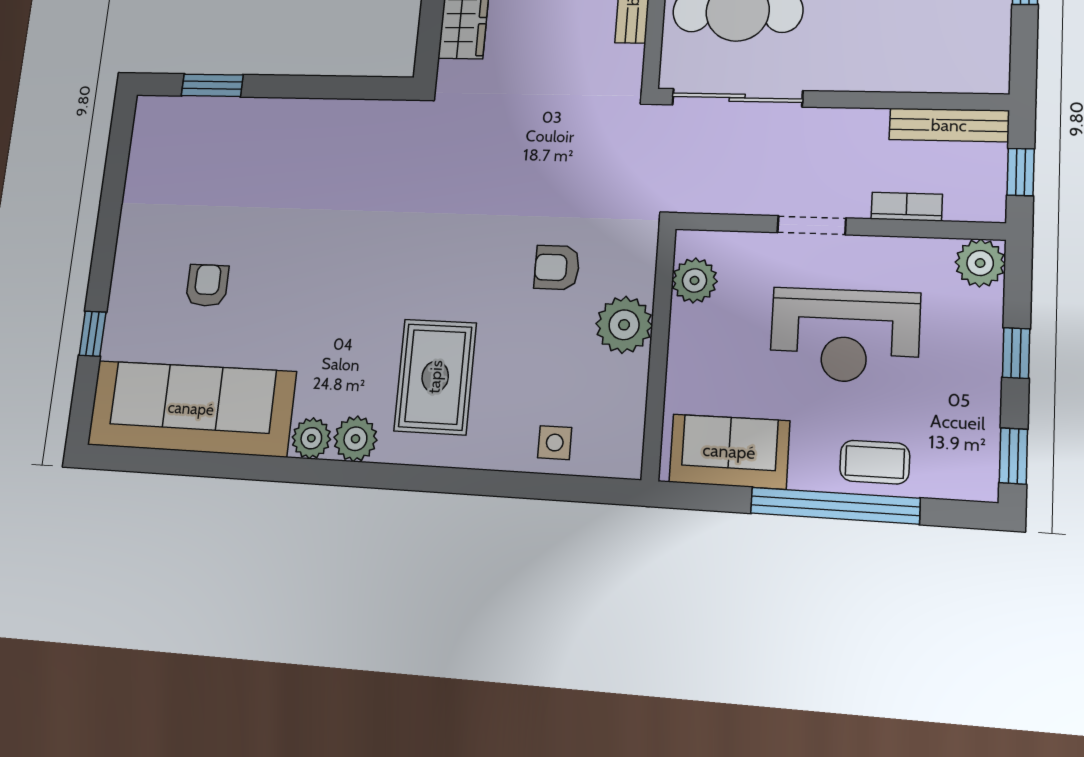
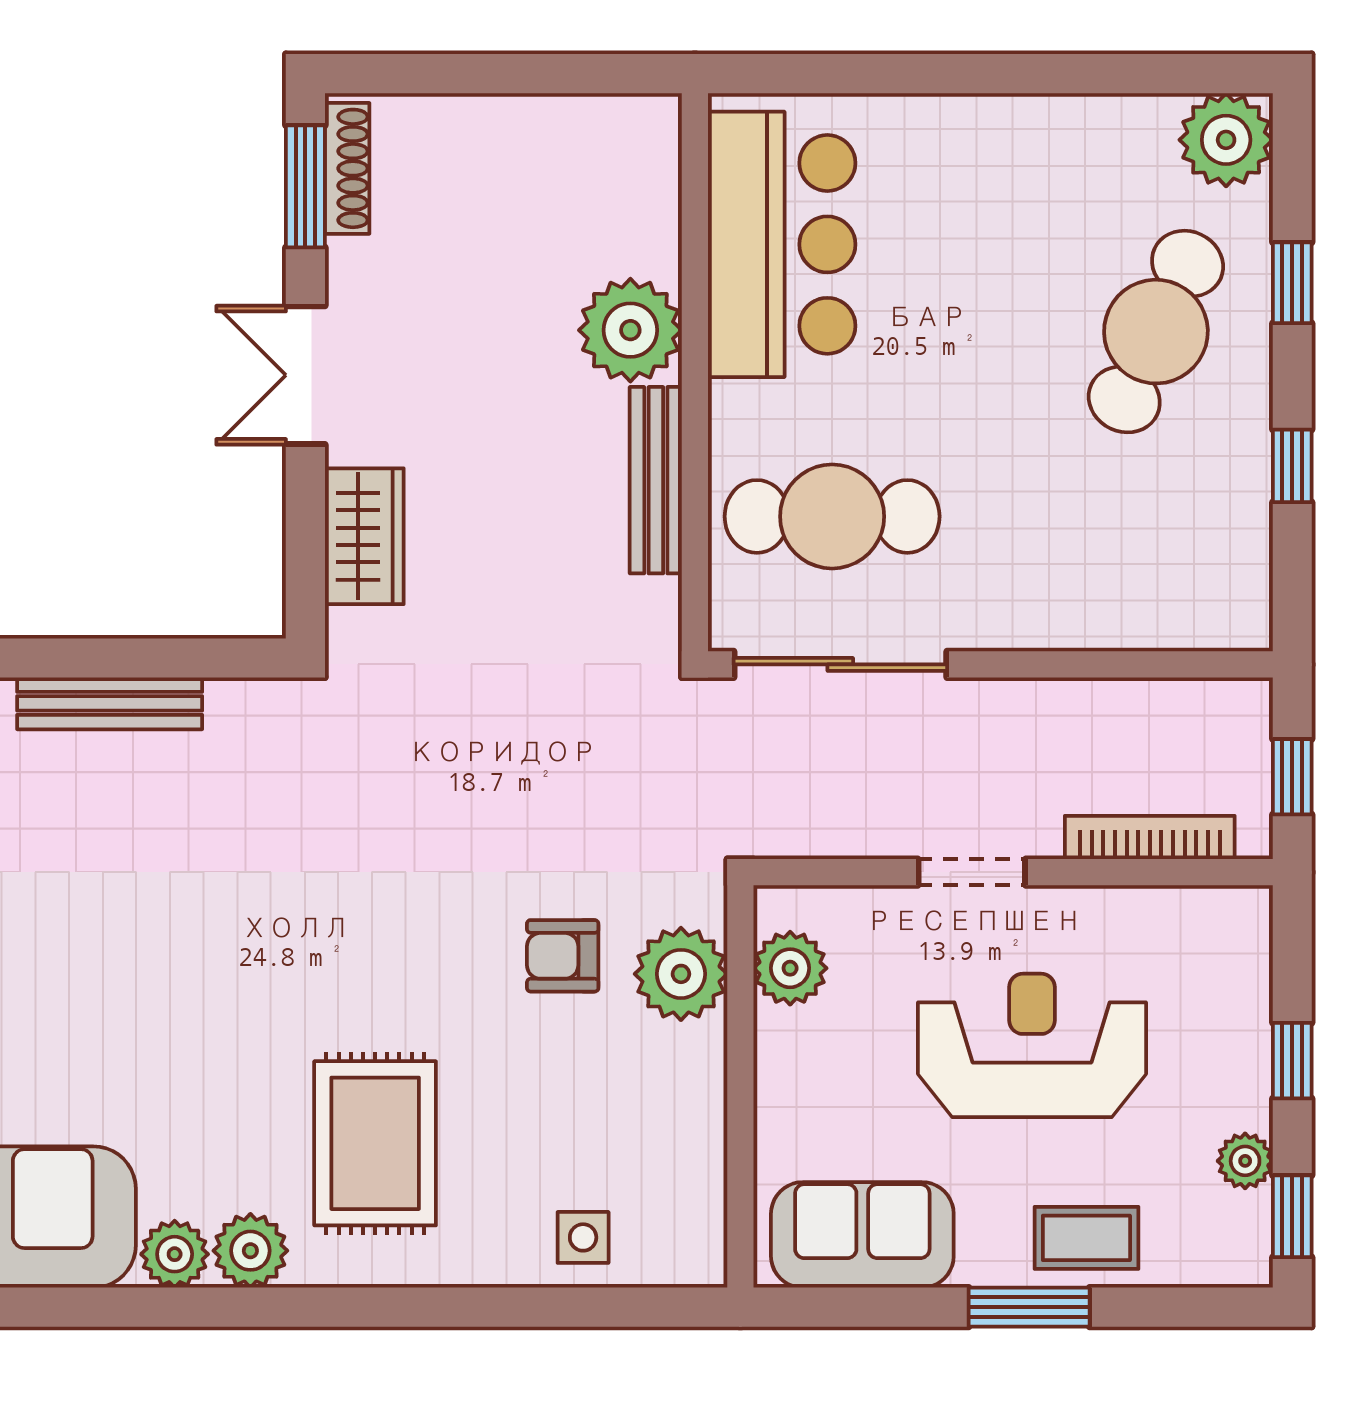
bench: (949, 125) -> (110, 703), moved
bookcase: (907, 207) -> (1150, 838), width x1.56
plant: (980, 263) -> (1245, 1161), moved, width x0.73, depth x0.73
plant: (624, 325) -> (681, 974), moved
reception desk: (845, 335) -> (1032, 1045), turned 180
window: (835, 506) -> (1029, 1307), width x0.47

